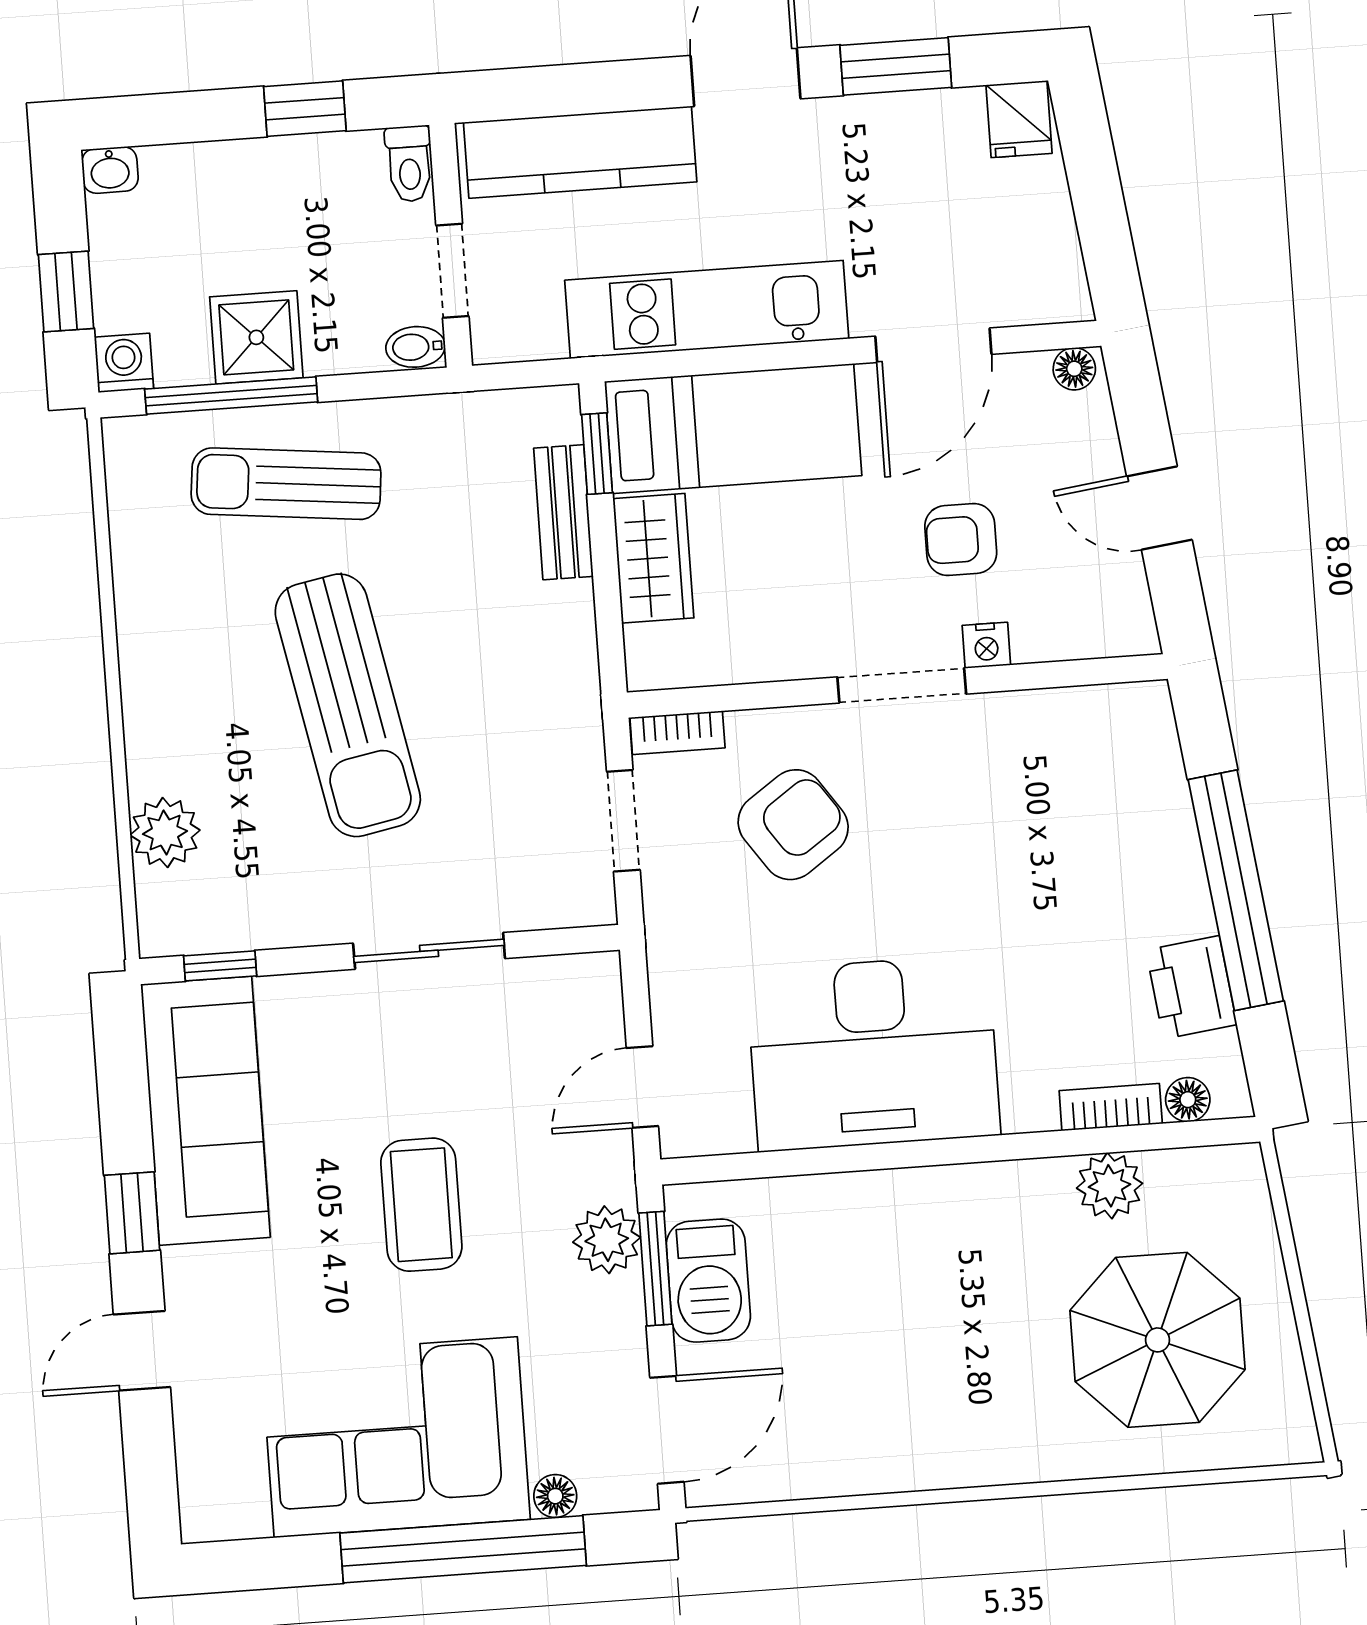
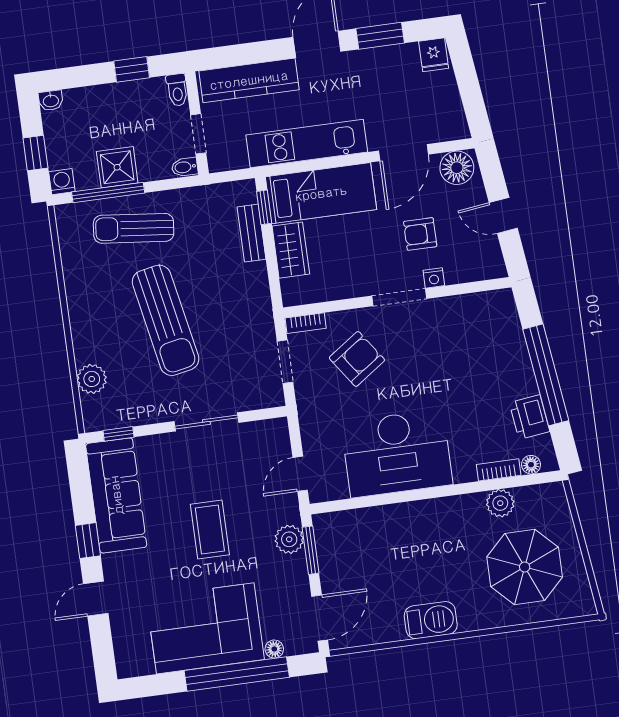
floor lamp: (1074, 369) -> (457, 168), width x1.89, depth x1.89
barbecue: (708, 1281) -> (431, 620), moved, turned -90

